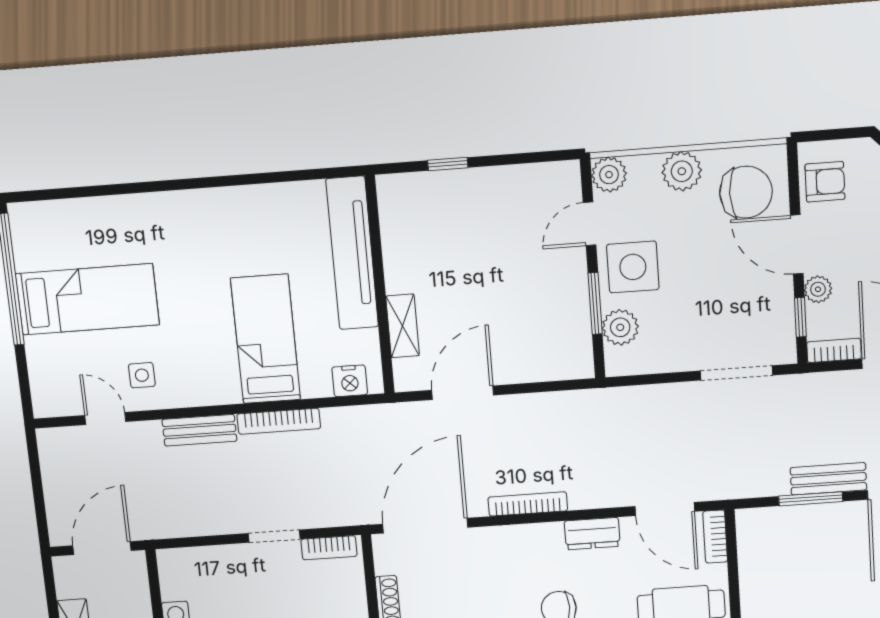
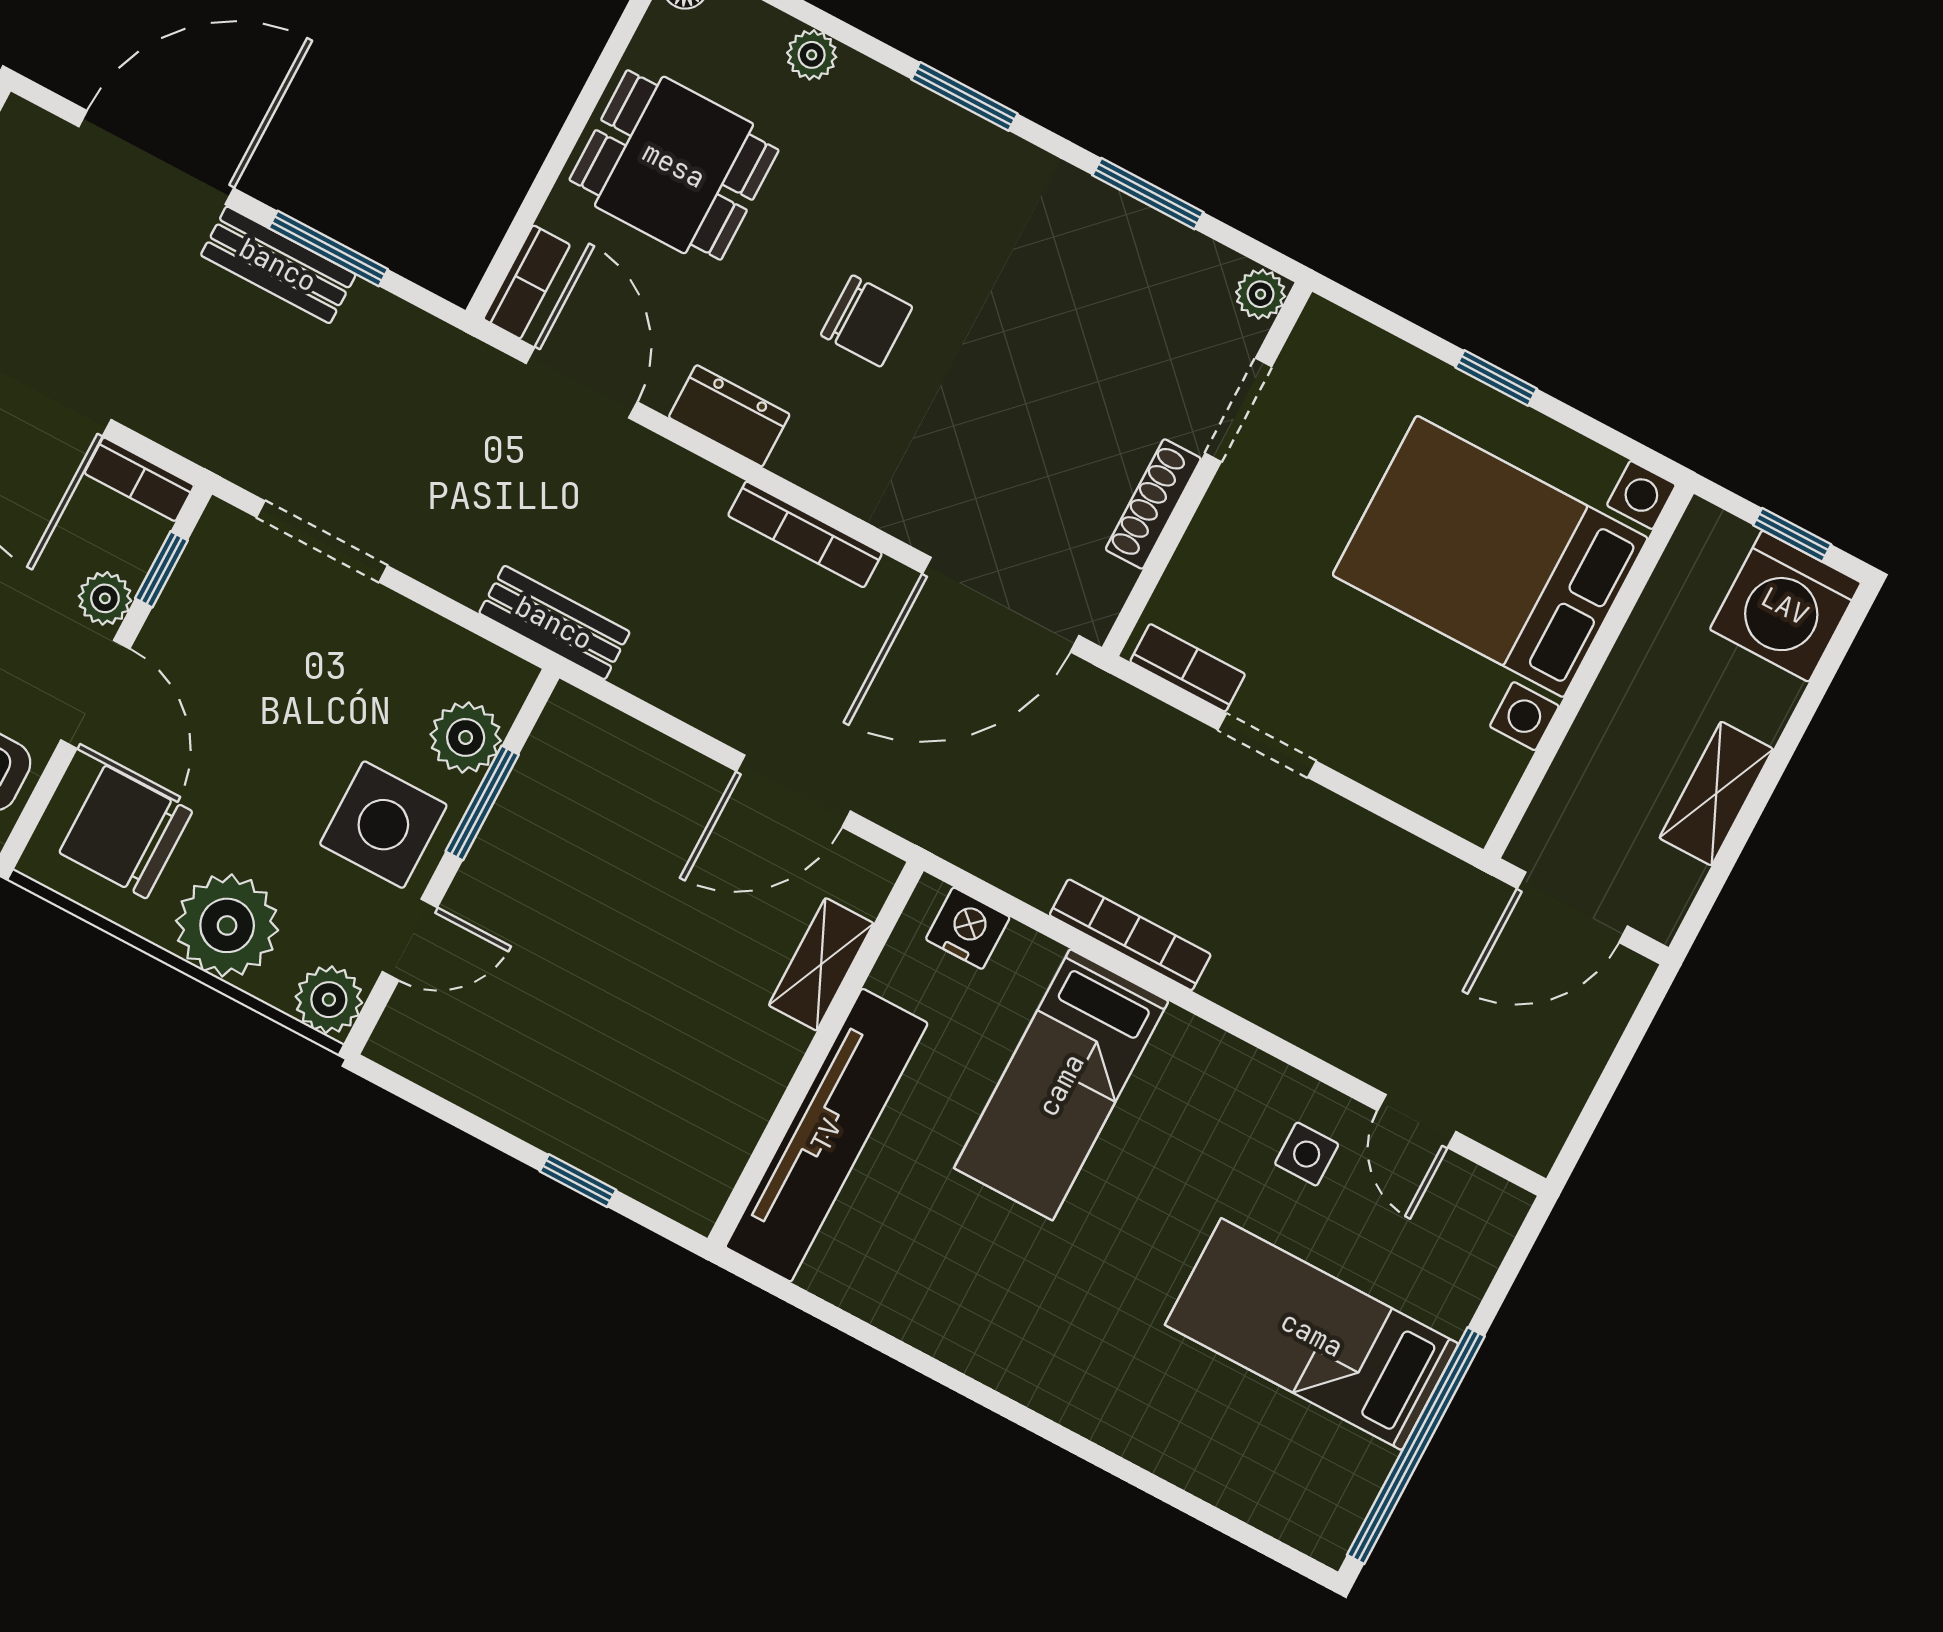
plant: (682, 171) -> (227, 925), width x1.36, depth x1.36
bench: (199, 430) -> (554, 623), moved

